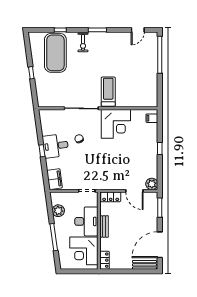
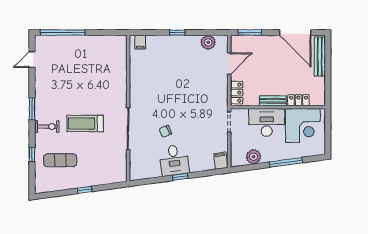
door: (138, 30) -> (32, 59), swing flipped
exercise mat: (55, 53) -> (60, 160), width x0.50, depth x0.69
treadmill: (108, 92) -> (85, 124), moved
corner desk: (116, 124) -> (147, 86), removed
filing cabinet: (55, 179) -> (221, 161), width x0.50
plant: (152, 184) -> (208, 42), moved
locker: (104, 260) -> (298, 100), moved
bench: (144, 265) -> (320, 56), width x1.36

